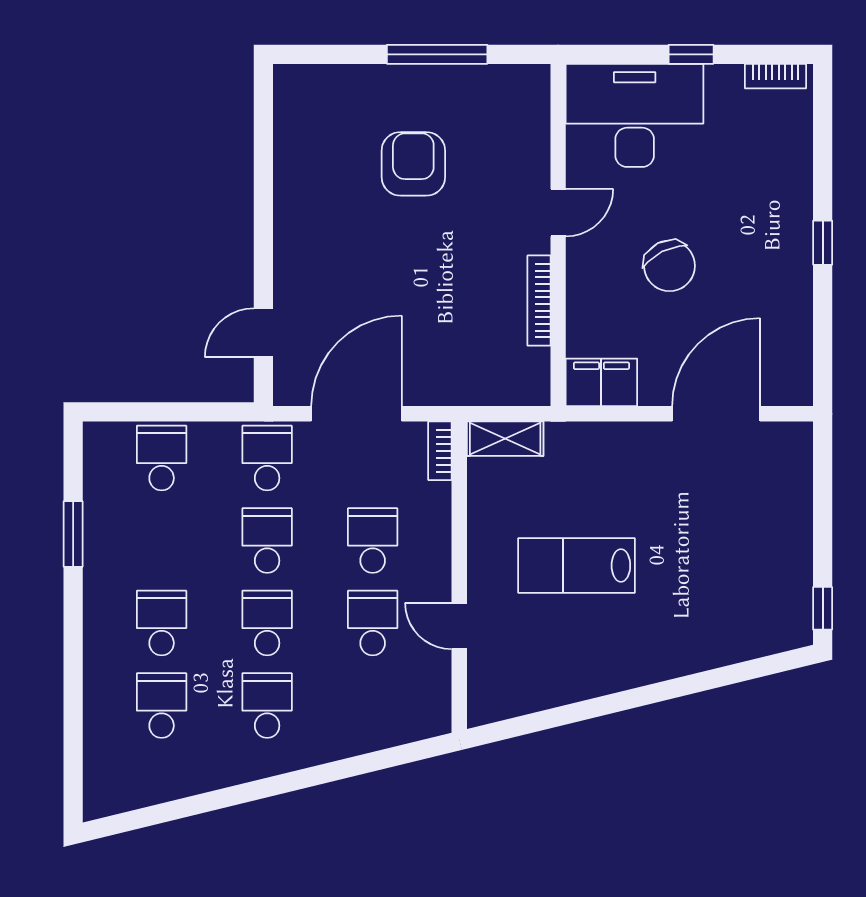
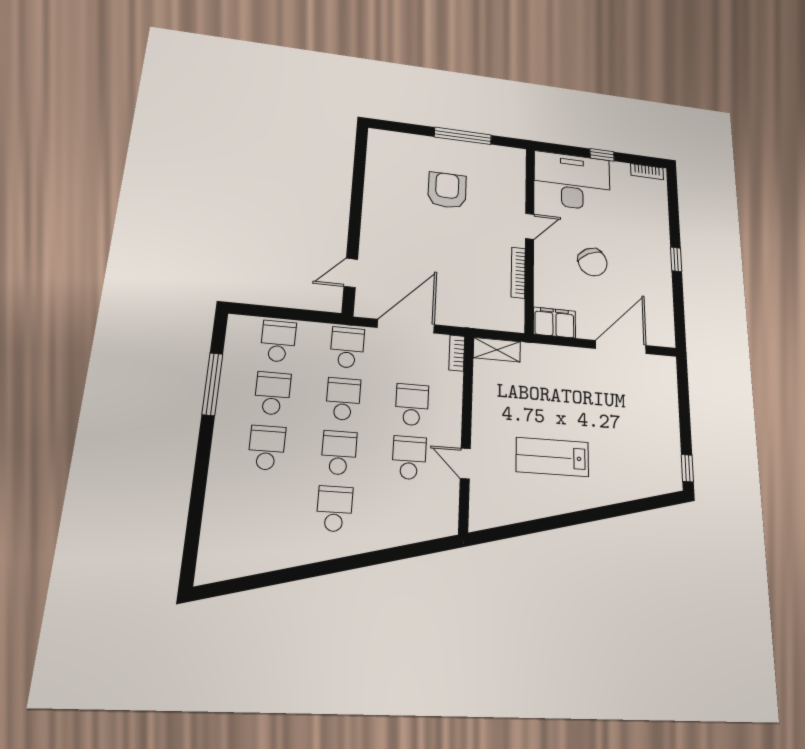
window: (73, 534) -> (212, 384), width x1.44
lab bench: (577, 565) -> (552, 457), moved
school desk: (162, 706) -> (273, 393), moved

